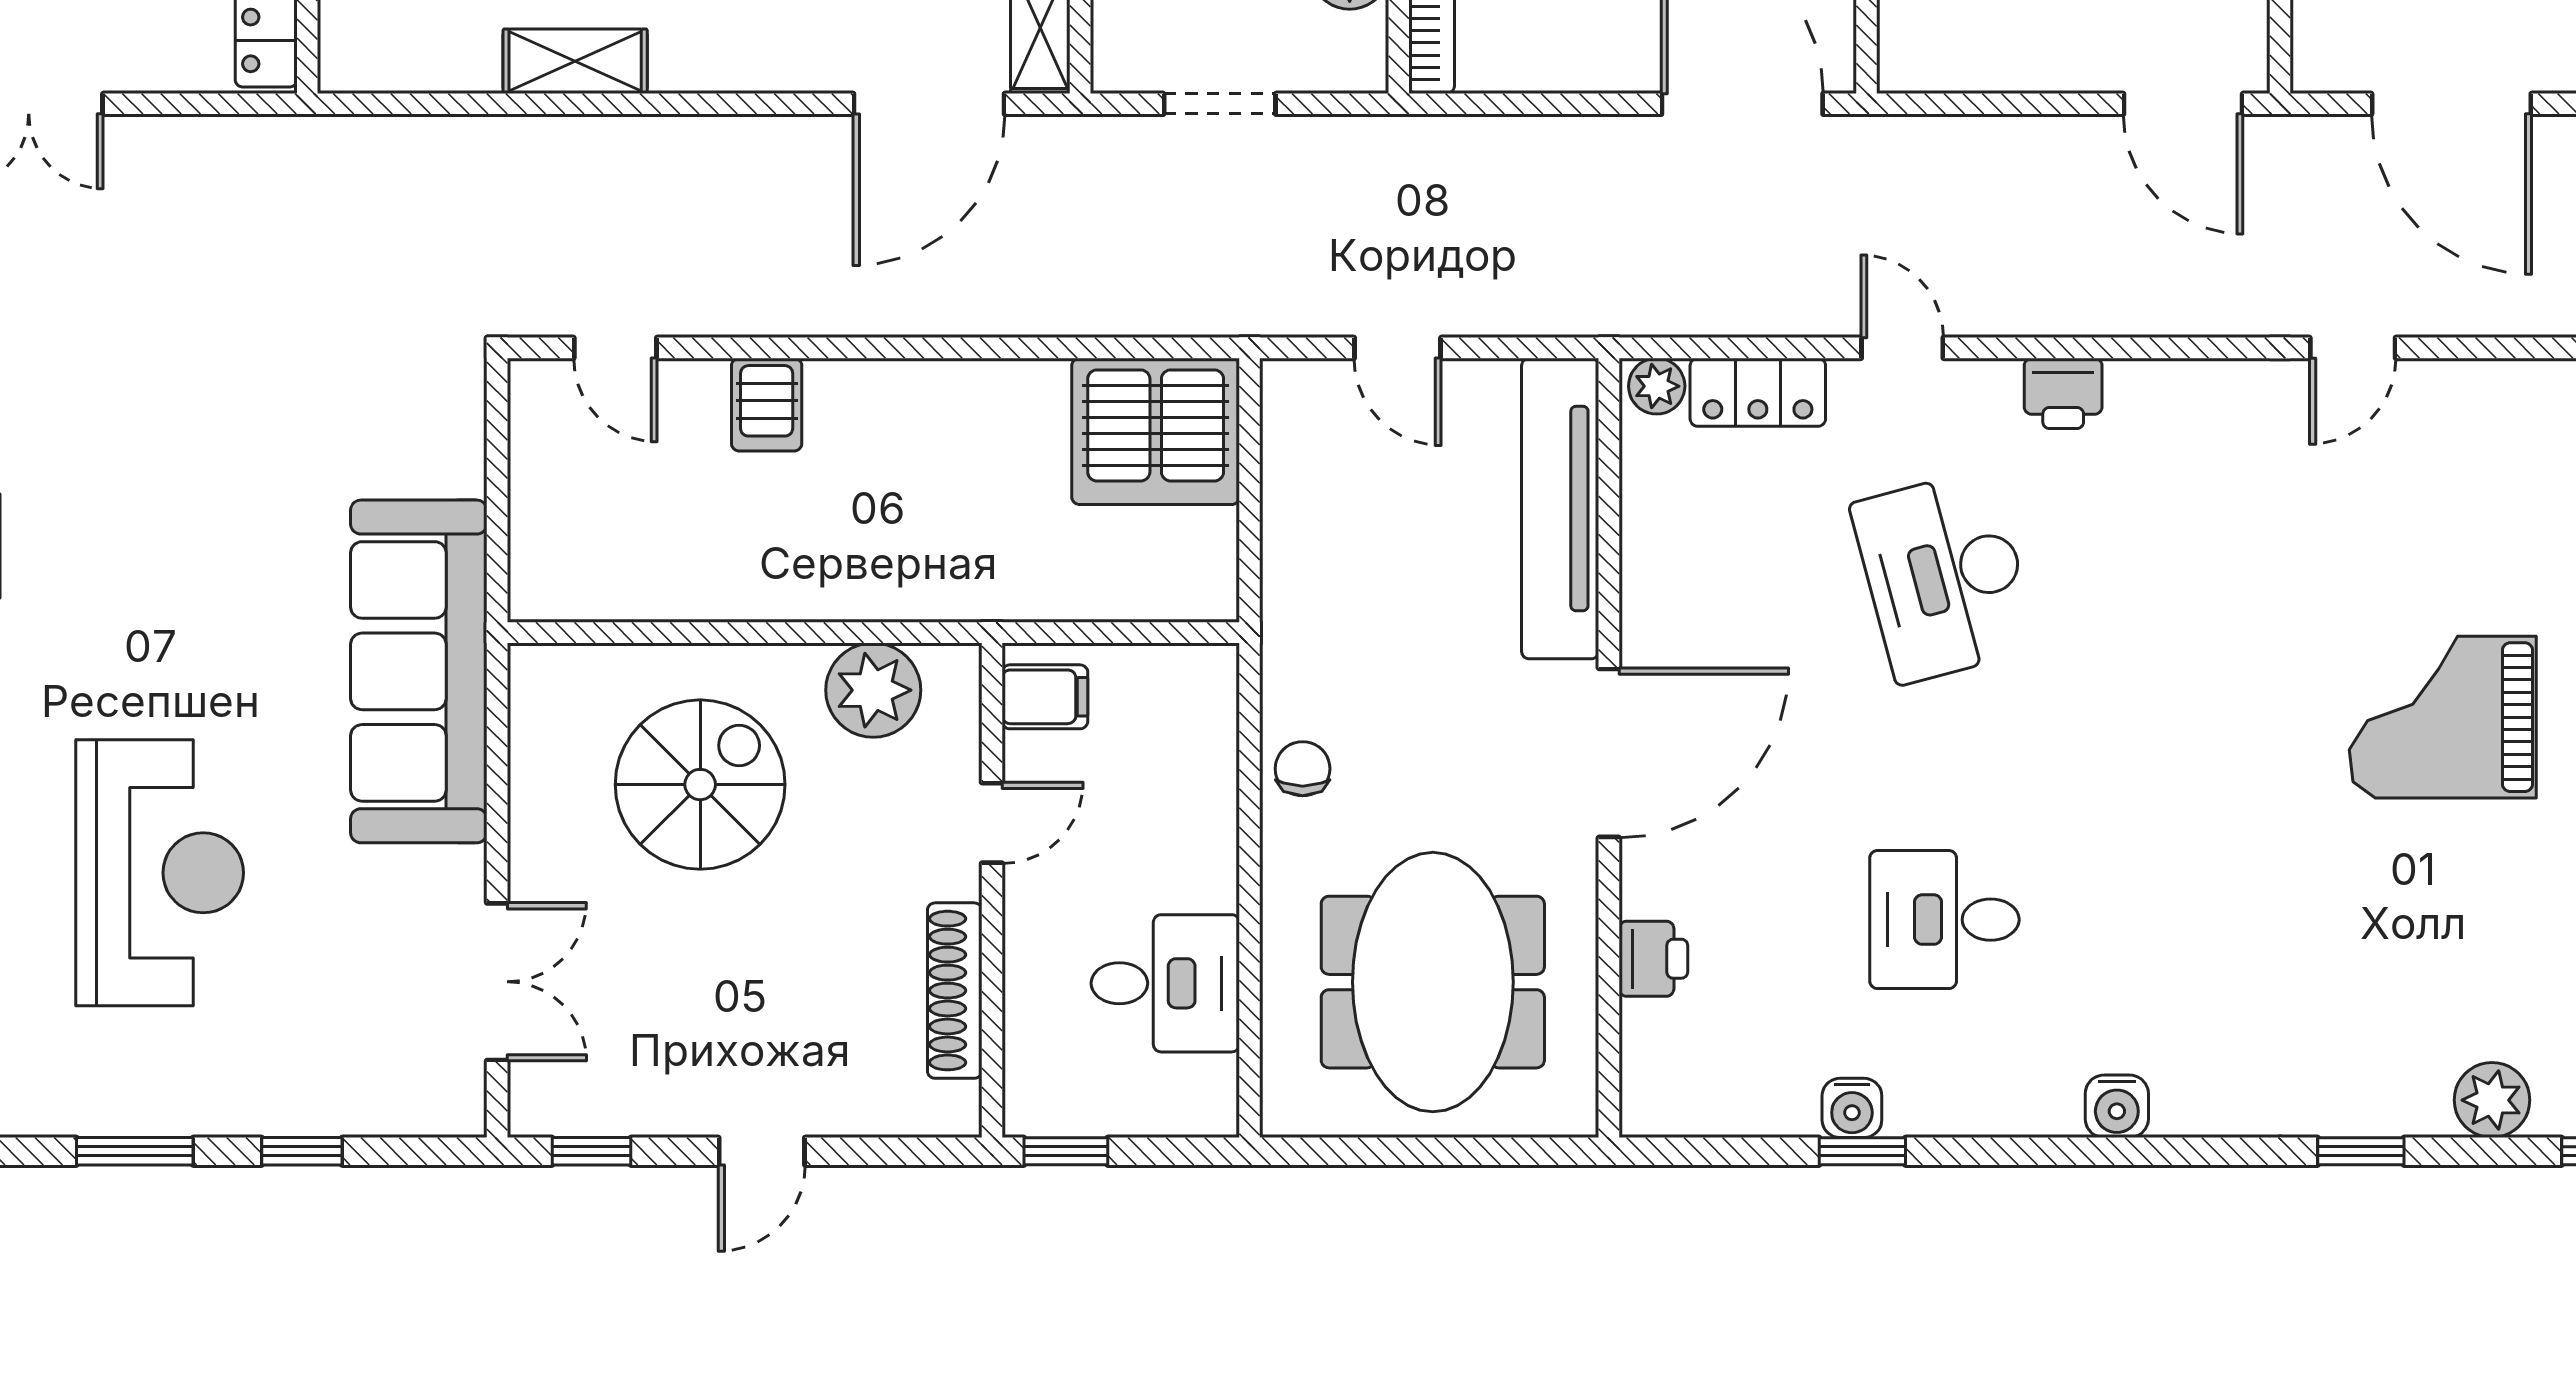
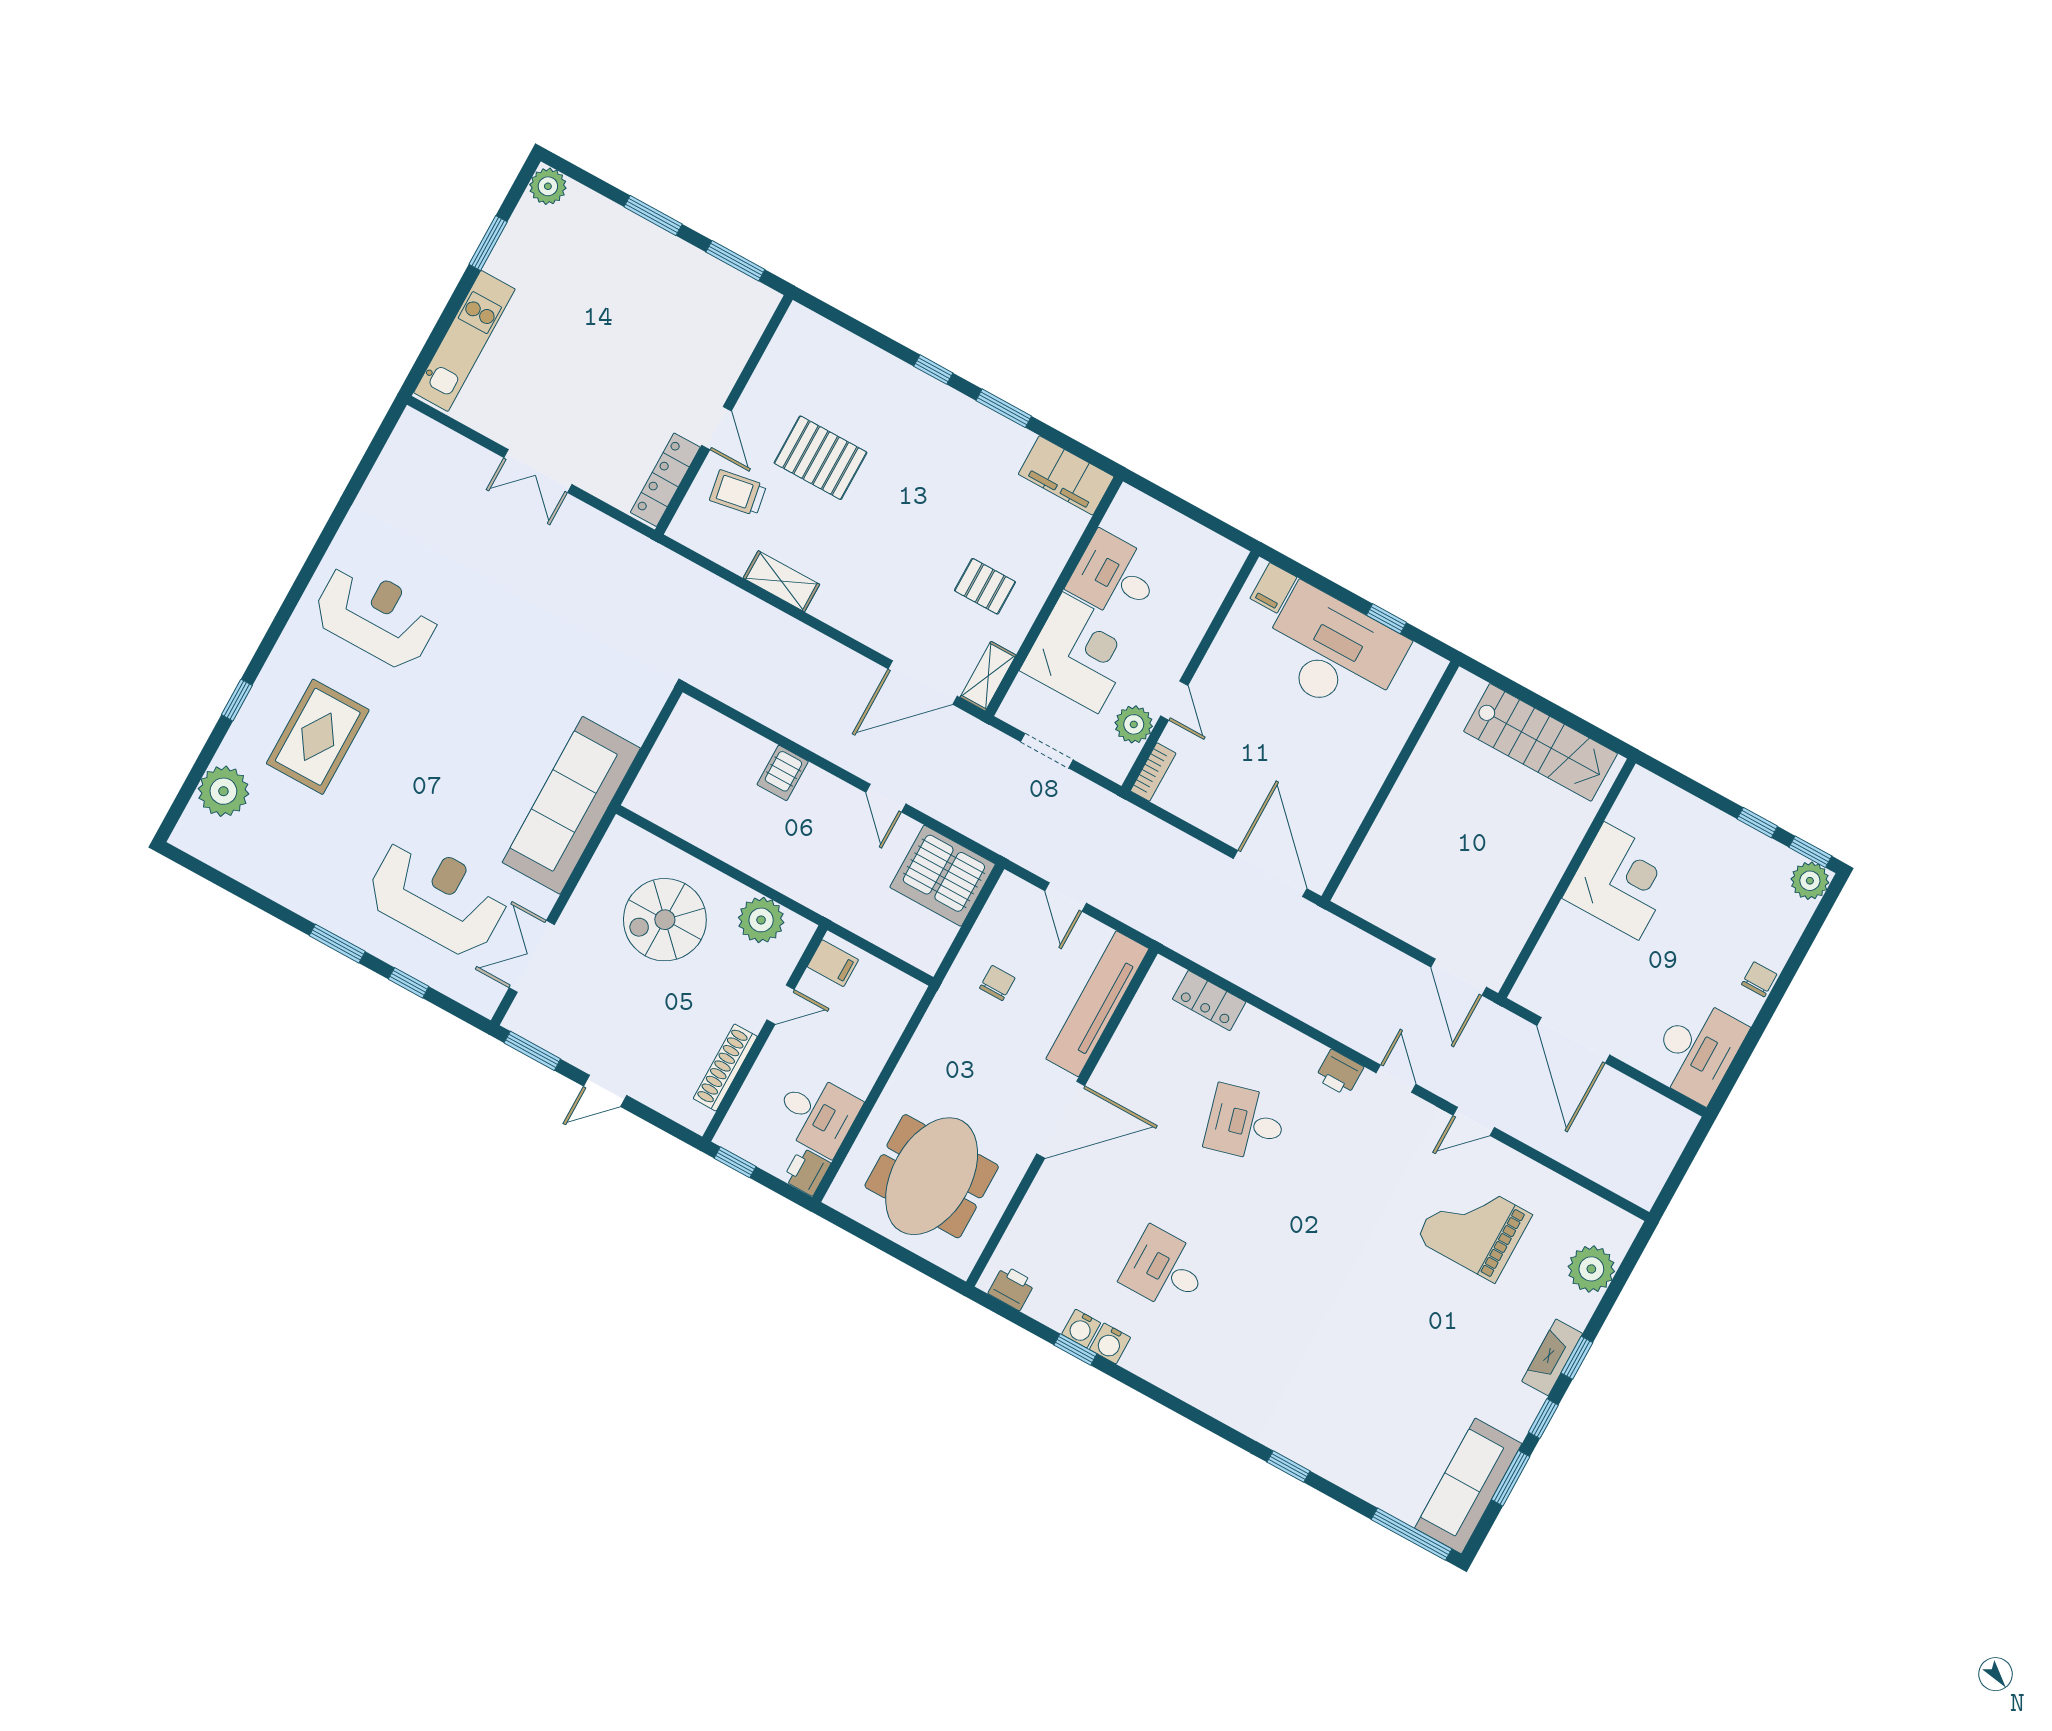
door: (615, 348) -> (886, 798), moved
door: (1902, 348) -> (1396, 1079), moved
plant: (1657, 386) -> (1167, 974), removed
desk: (1944, 576) -> (1246, 1123), width x0.73
grand piano: (2443, 717) -> (1474, 1227), moved
chair: (1303, 769) -> (997, 983), moved
spiral stairs: (700, 785) -> (665, 920), turned 180
reception desk: (160, 873) -> (438, 897), moved, turned -90
printer: (1653, 959) -> (1012, 1288), moved, turned -90
double door: (497, 982) -> (532, 956), swing flipped
printer: (1204, 1097) -> (807, 1171), added
plant: (2492, 1100) -> (1357, 1475), removed
water cooler: (2117, 1106) -> (1110, 1343), moved
window: (592, 1151) -> (532, 1051), width x1.50

